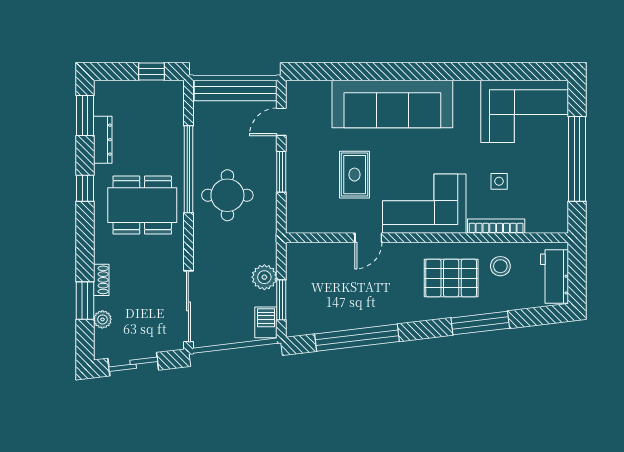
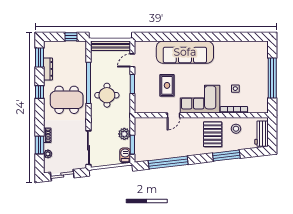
corner sofa: (525, 111) -> (247, 56), removed
pallet: (451, 278) -> (213, 134), turned 90

